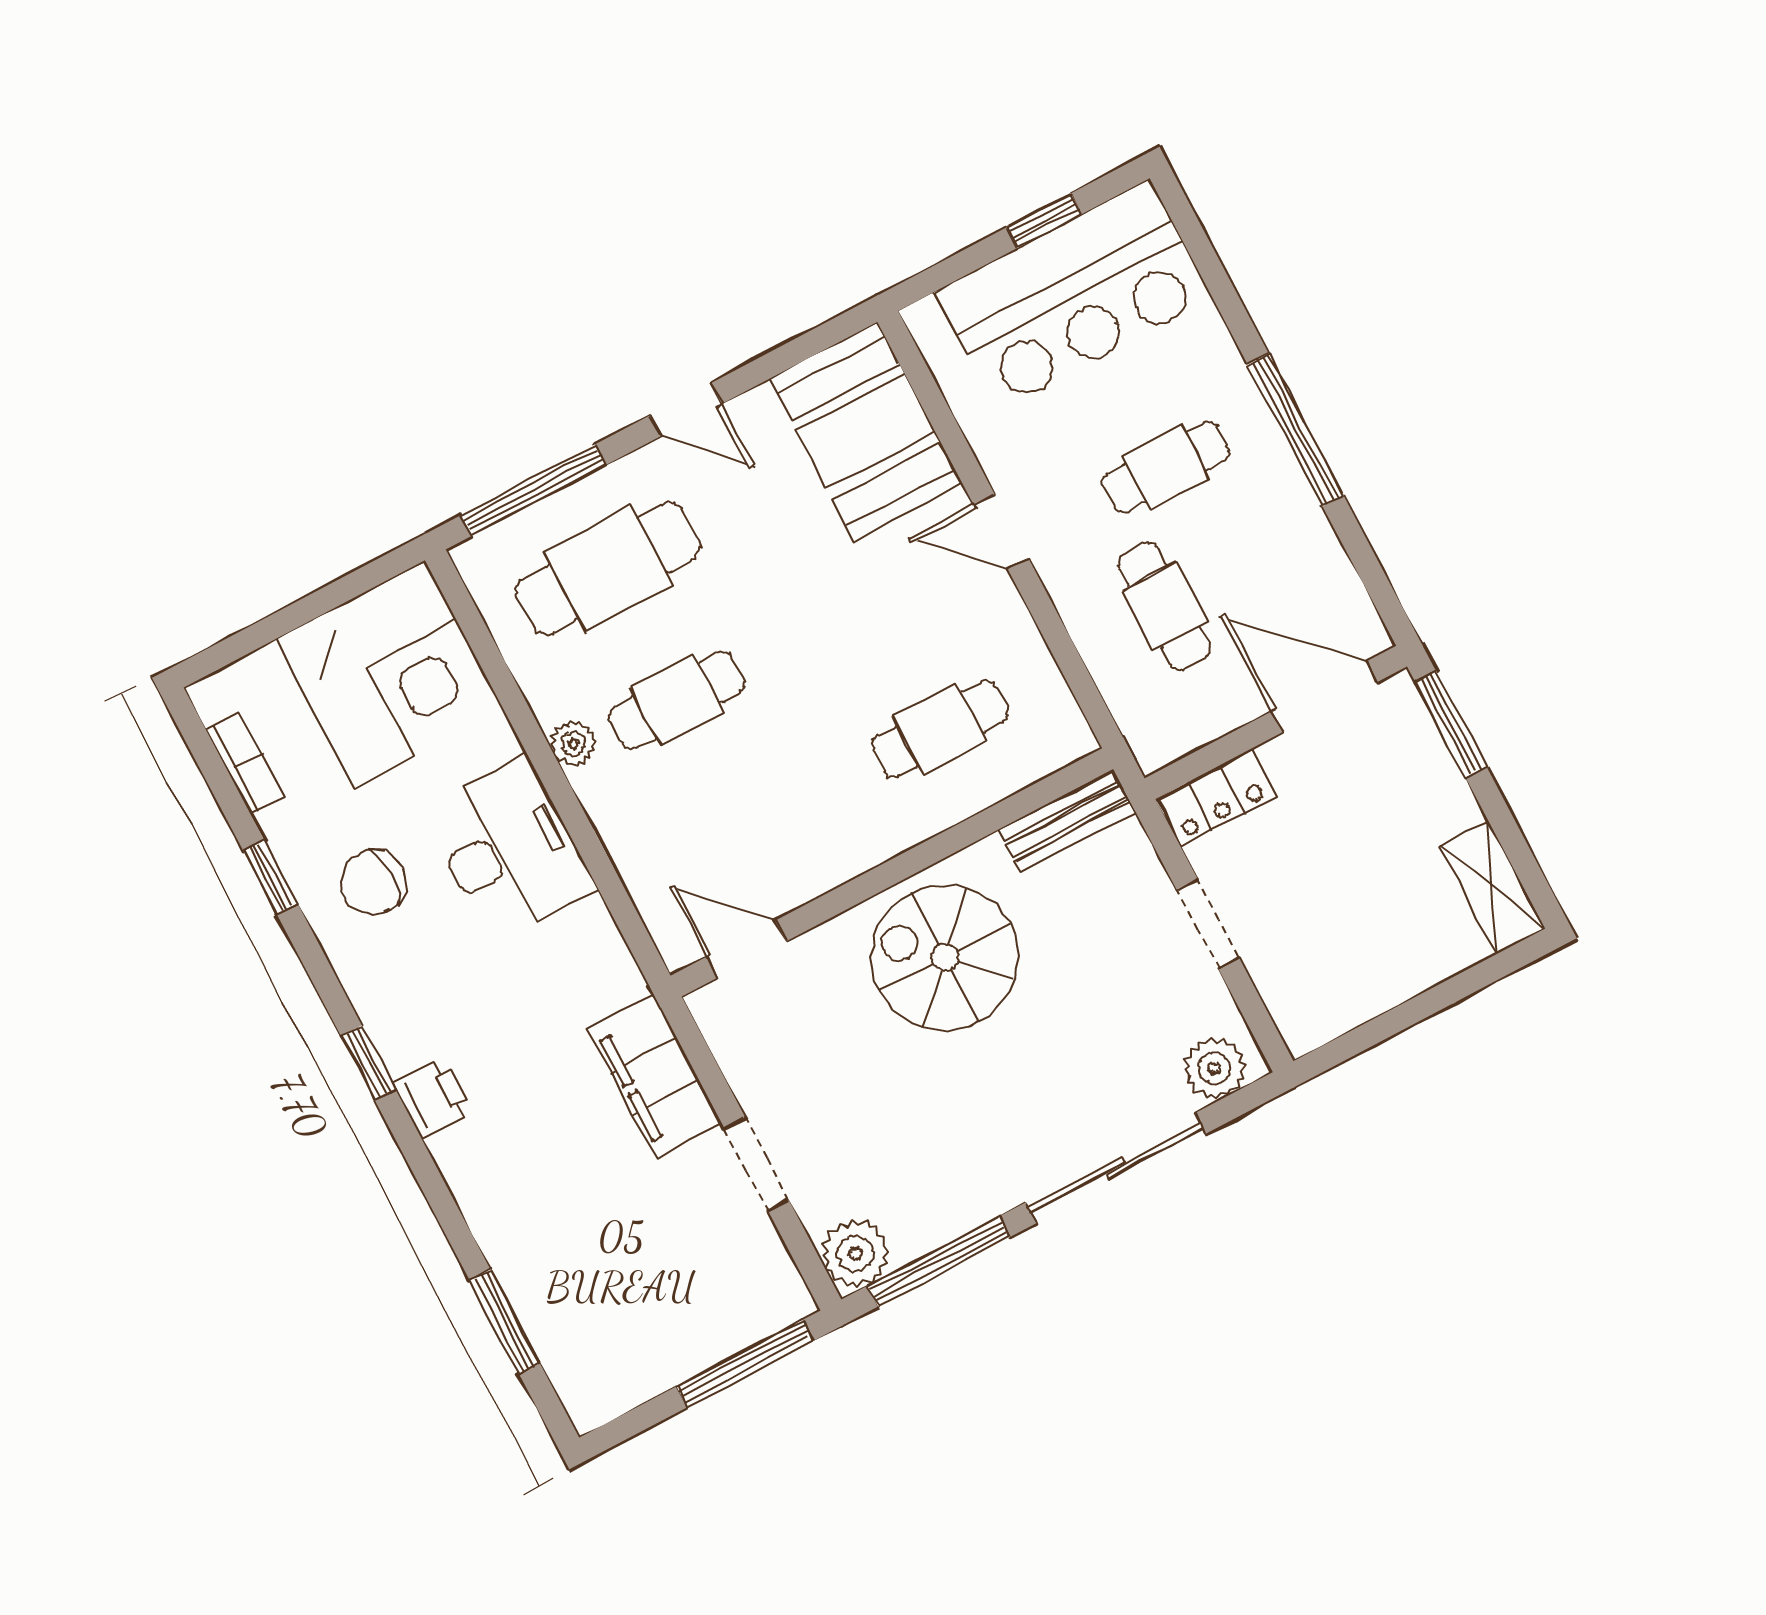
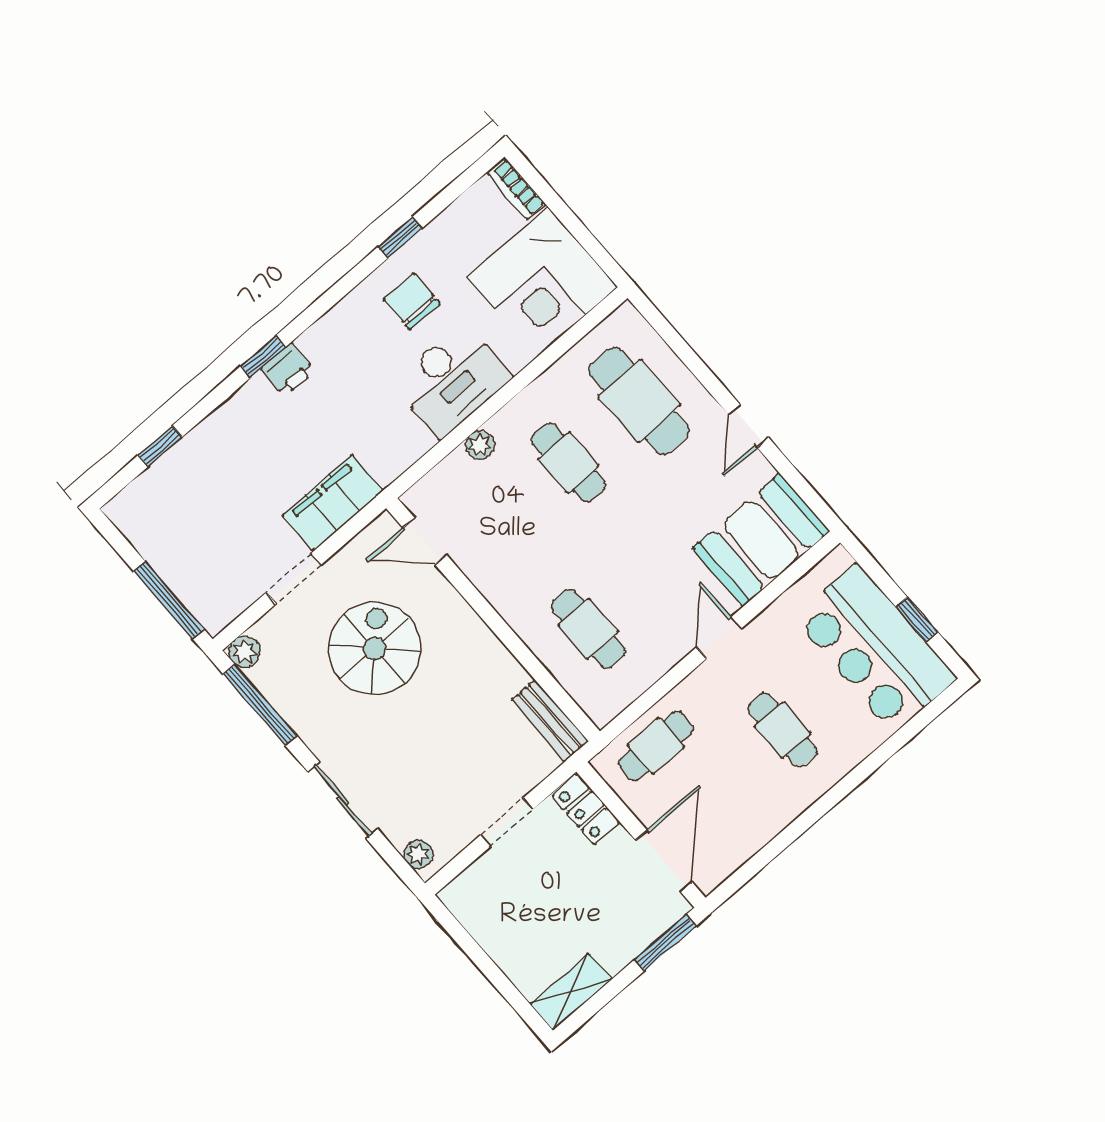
window: (1296, 430) -> (824, 805), removed
window: (533, 490) -> (677, 344), removed
cafe table: (1164, 606) -> (656, 746), moved
plant: (573, 744) -> (480, 445), moved
bookcase: (245, 763) -> (517, 189), moved, turned 90
door: (747, 949) -> (425, 541), swing flipped
spiral stairs: (945, 958) -> (375, 649), moved
window: (368, 1063) -> (263, 357), moved
plant: (1214, 1068) -> (418, 854), width x0.73, depth x0.73
sliding door: (1116, 1168) -> (343, 801), width x0.73
plant: (856, 1254) -> (244, 652), width x0.73, depth x0.73
window: (505, 1322) -> (160, 446), width x0.67

